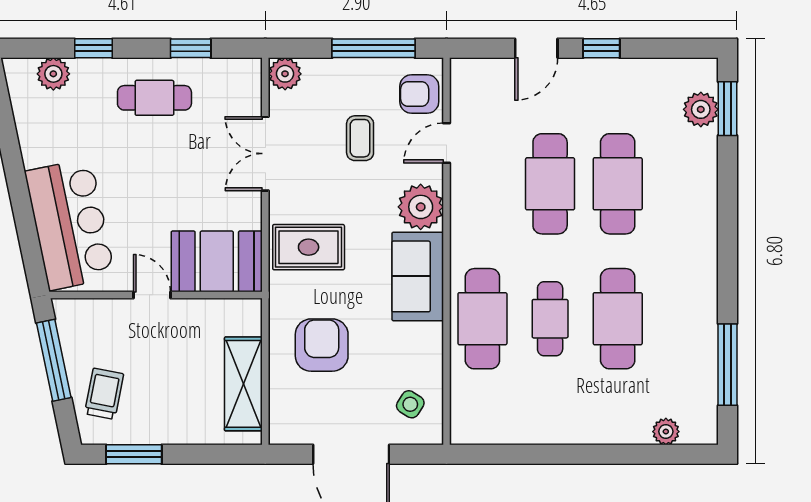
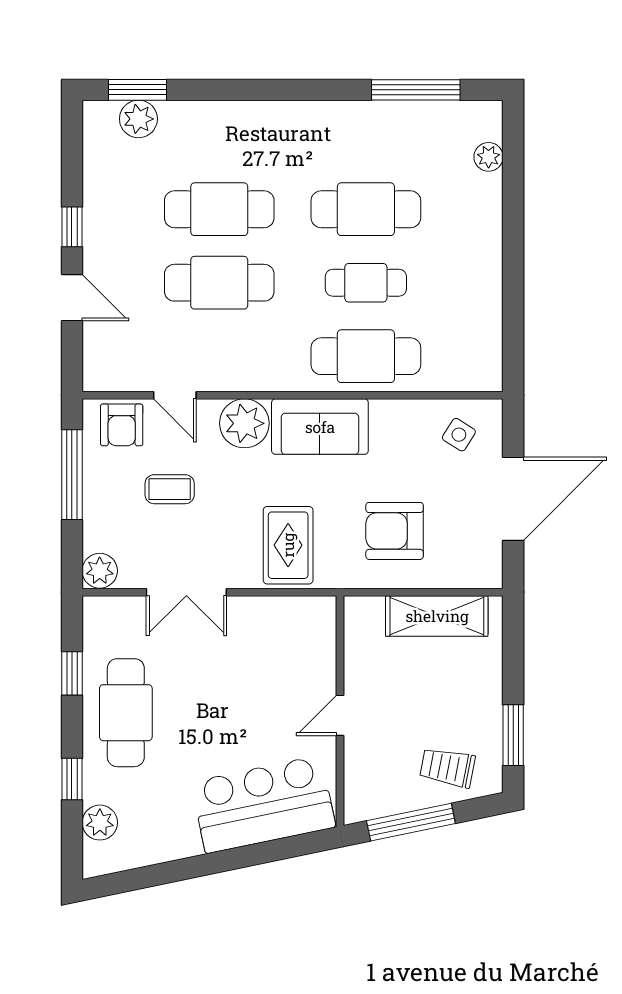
cafe table: (154, 98) -> (126, 713), width x1.37, depth x1.35
booth: (217, 261) -> (304, 645), removed

